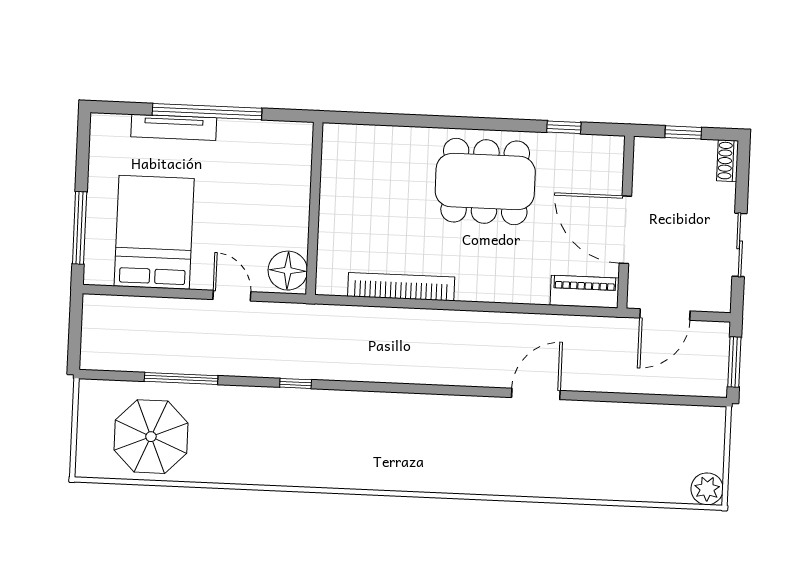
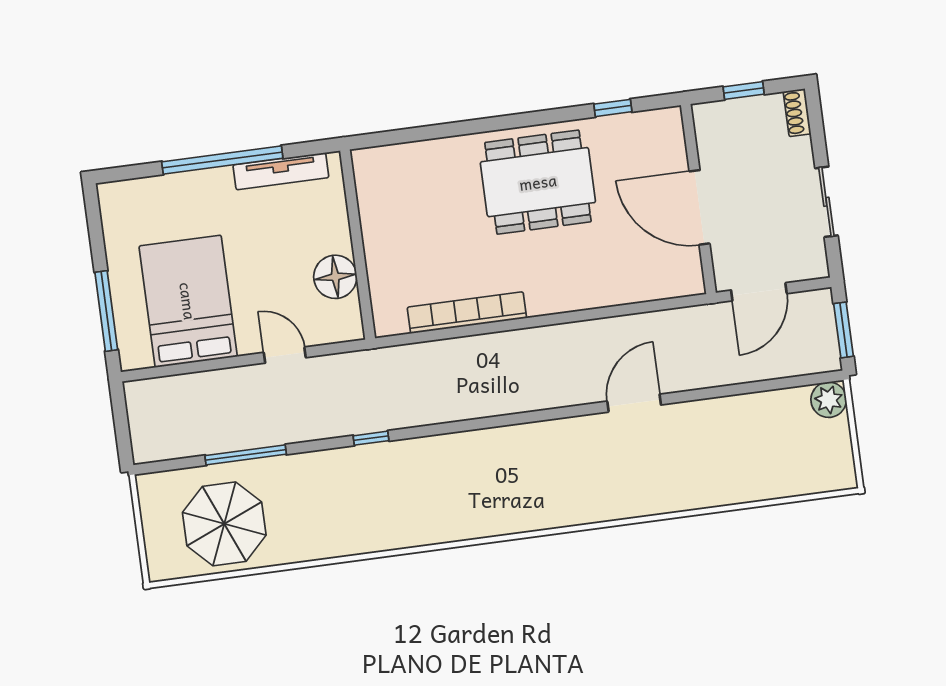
tv unit: (174, 127) -> (281, 171), moved
floor lamp: (288, 271) -> (335, 277), moved
piano: (585, 292) -> (667, 282), removed
plant: (707, 489) -> (829, 400), moved

